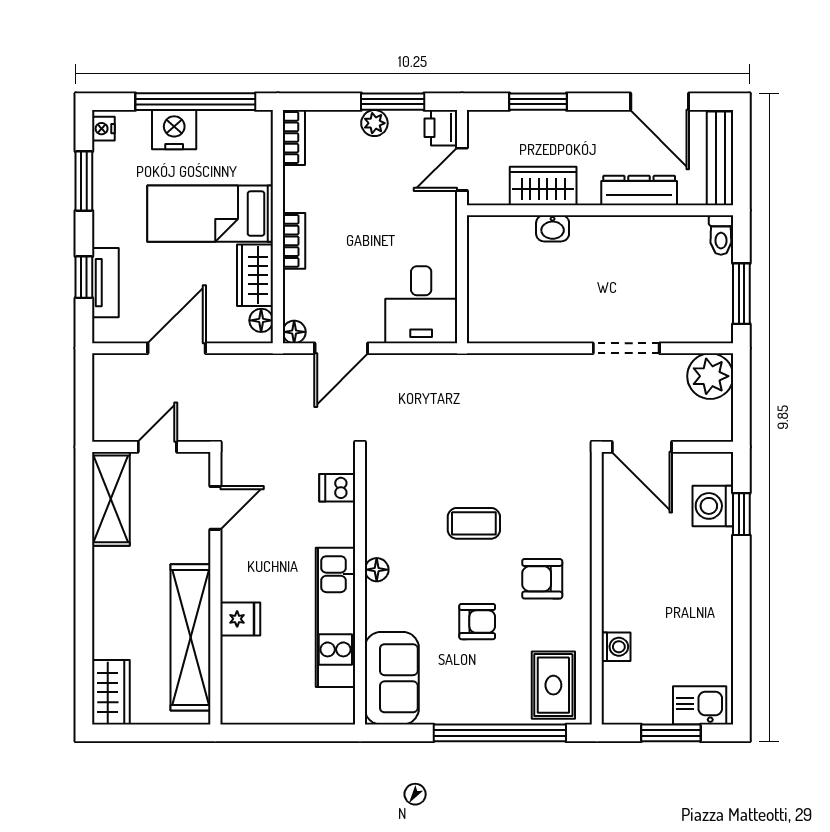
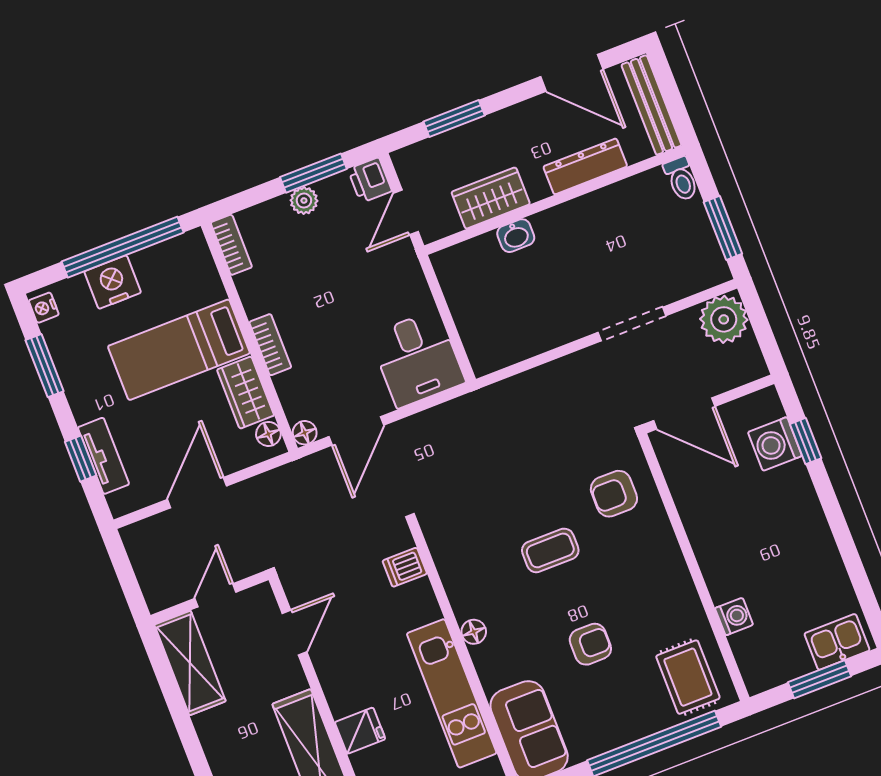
armchair: (542, 579) -> (614, 494), moved

